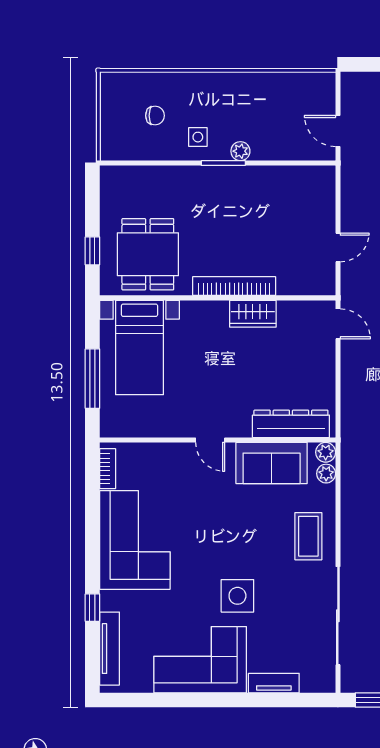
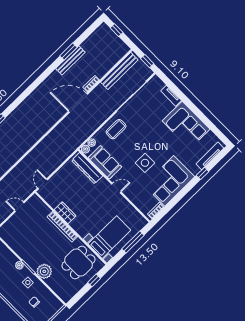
plant: (189, 183) -> (44, 271), added
door: (210, 440) -> (116, 188), hinge flipped
side table: (237, 596) -> (145, 163), moved

